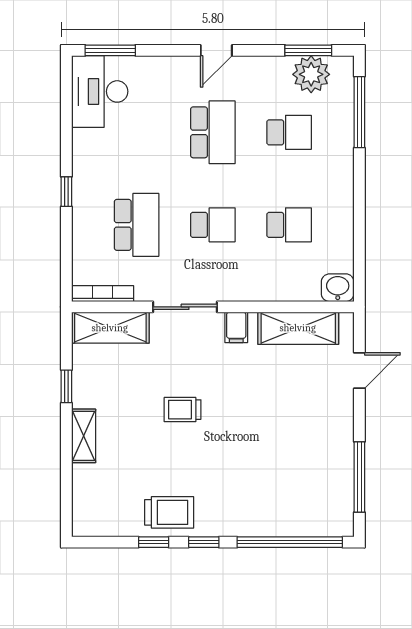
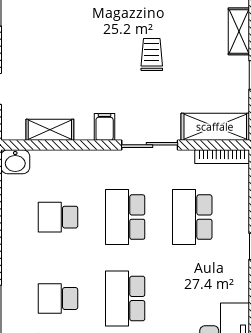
school desk: (213, 225) -> (125, 217), width x1.85
shelving: (298, 328) -> (50, 130), width x0.67, depth x0.75
trolley: (183, 410) -> (152, 55), turned -90

